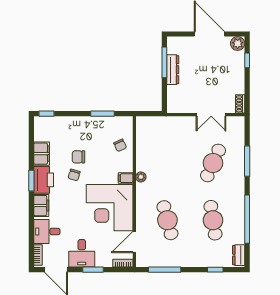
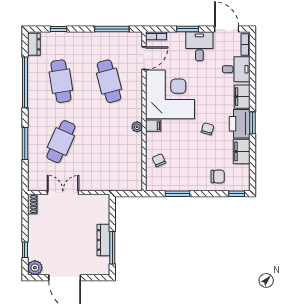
chair: (79, 157) -> (218, 177), moved

